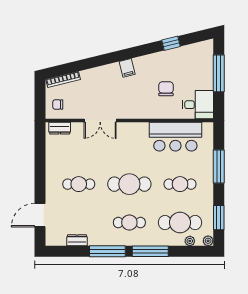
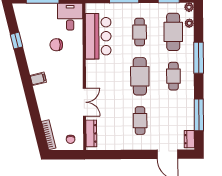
dresser: (60, 128) -> (91, 133), width x1.44
dresser: (77, 240) -> (189, 139), moved
window: (107, 251) -> (199, 115), moved

